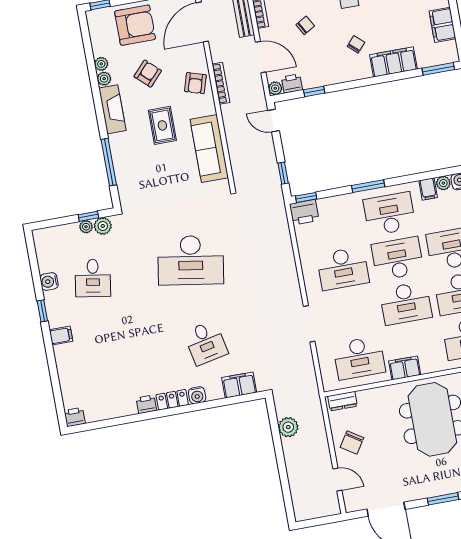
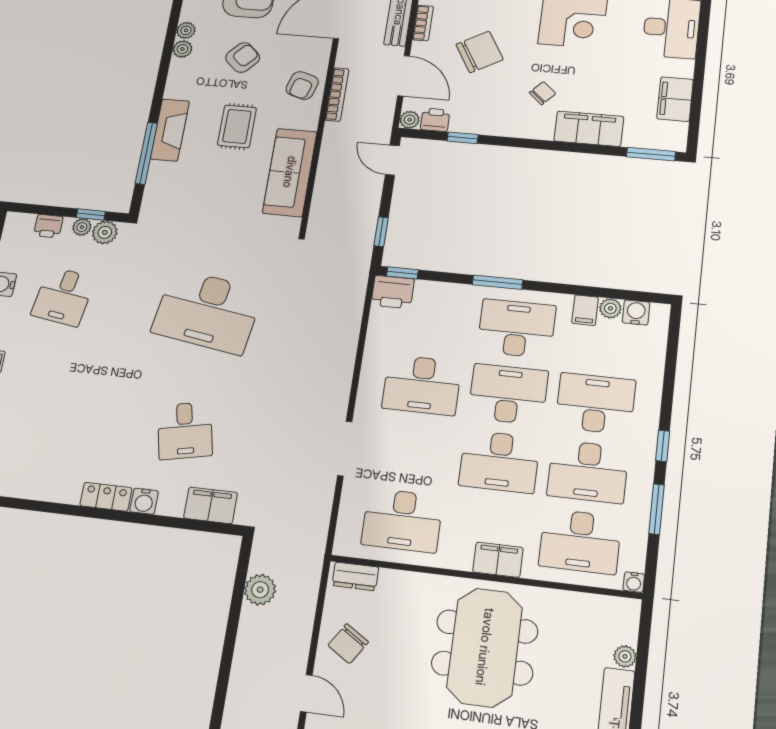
chair: (305, 25) -> (480, 52), width x1.87, depth x1.87
fireplace: (112, 109) -> (170, 130), moved
filing cabinet: (405, 368) -> (498, 560), moved
printer: (146, 404) -> (48, 226), moved, turned 180

